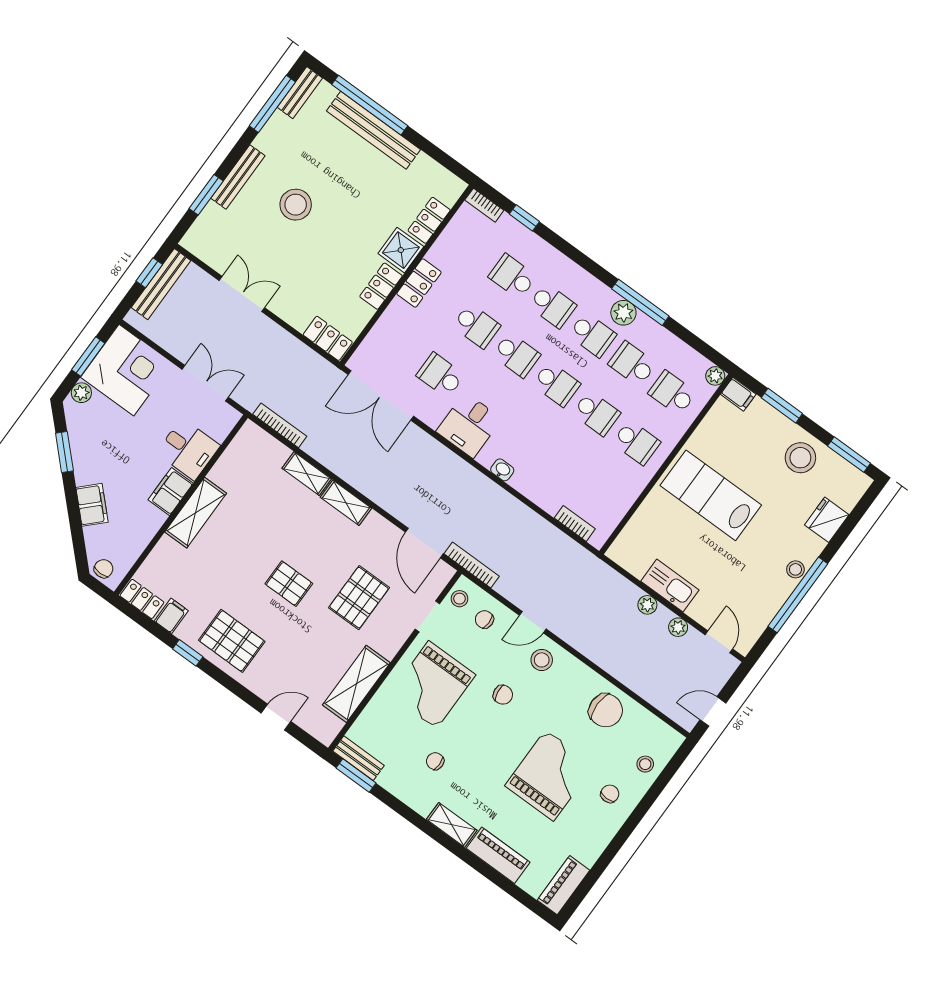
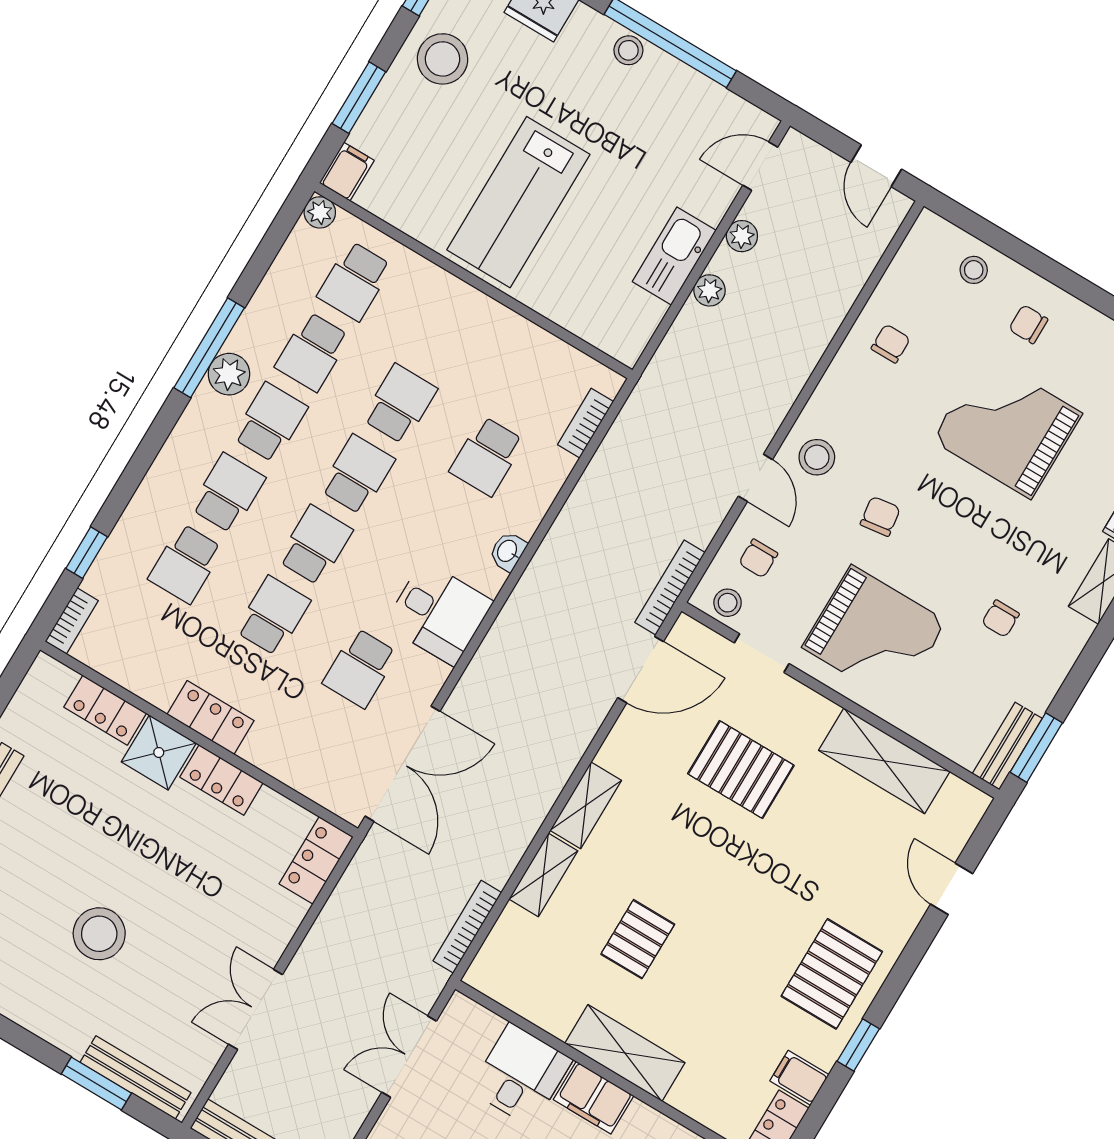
bench: (238, 177) -> (135, 1077), moved
school desk: (636, 442) -> (487, 456), moved, turned 180
pallet: (289, 584) -> (638, 939), moved
chair: (606, 710) -> (891, 344), width x0.54, depth x0.54

